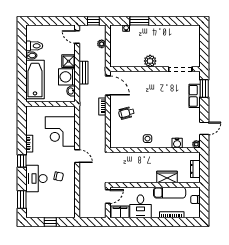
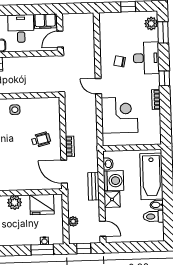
window: (139, 21) -> (42, 250), moved
fridge: (127, 59) -> (42, 205), added
plant: (31, 207) -> (151, 24), added

